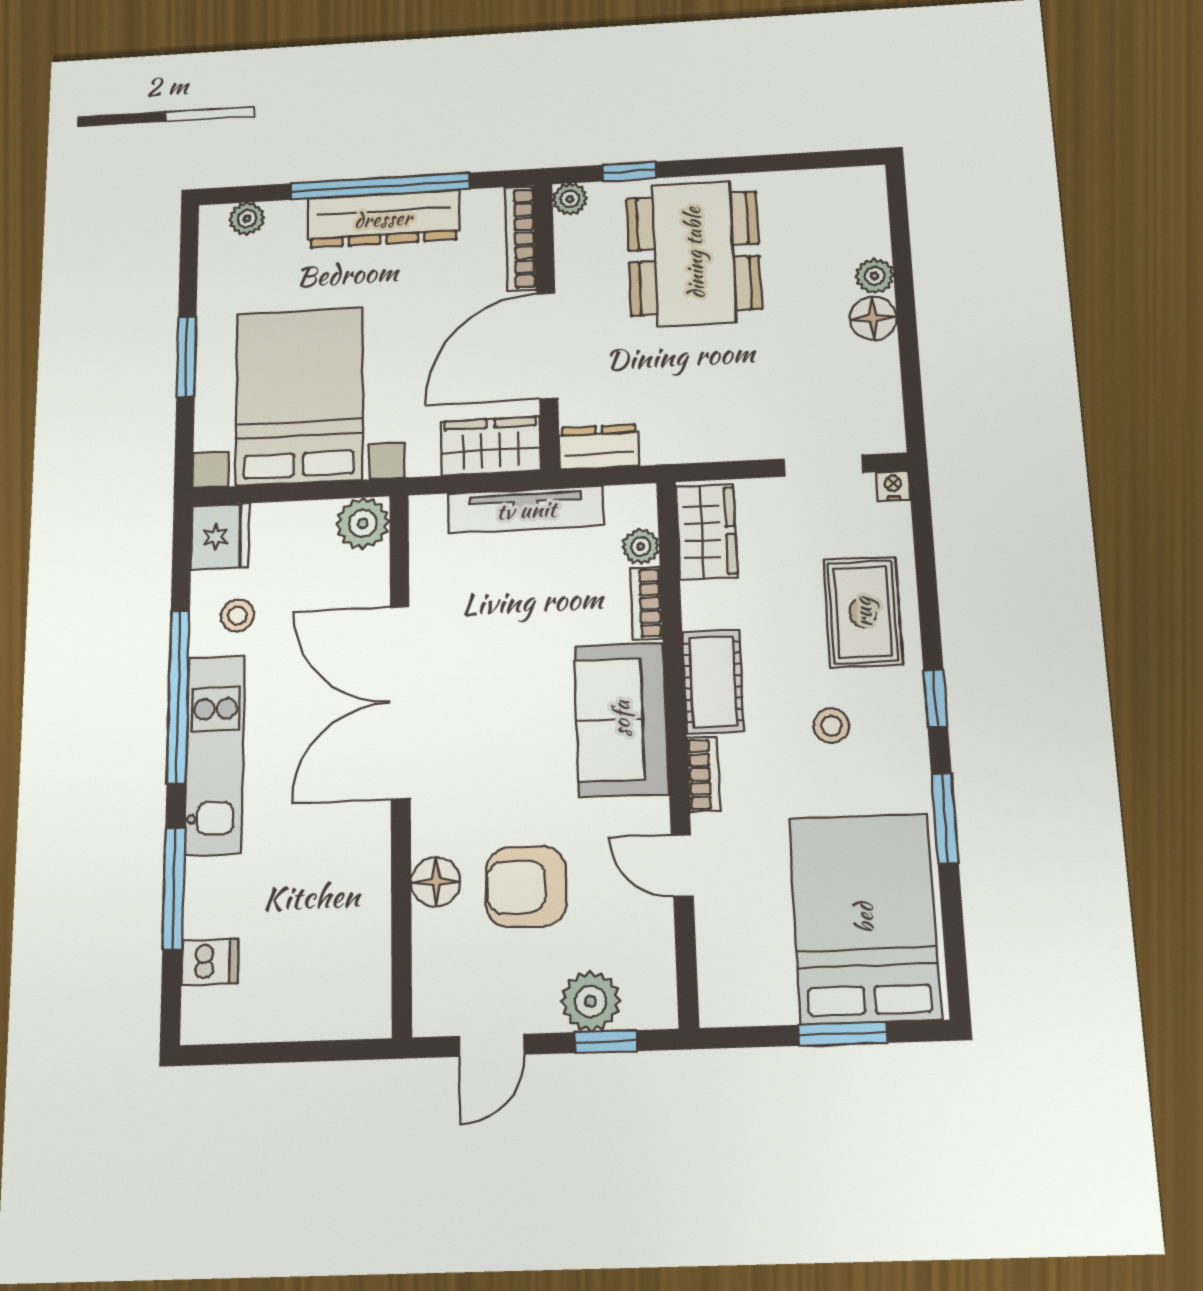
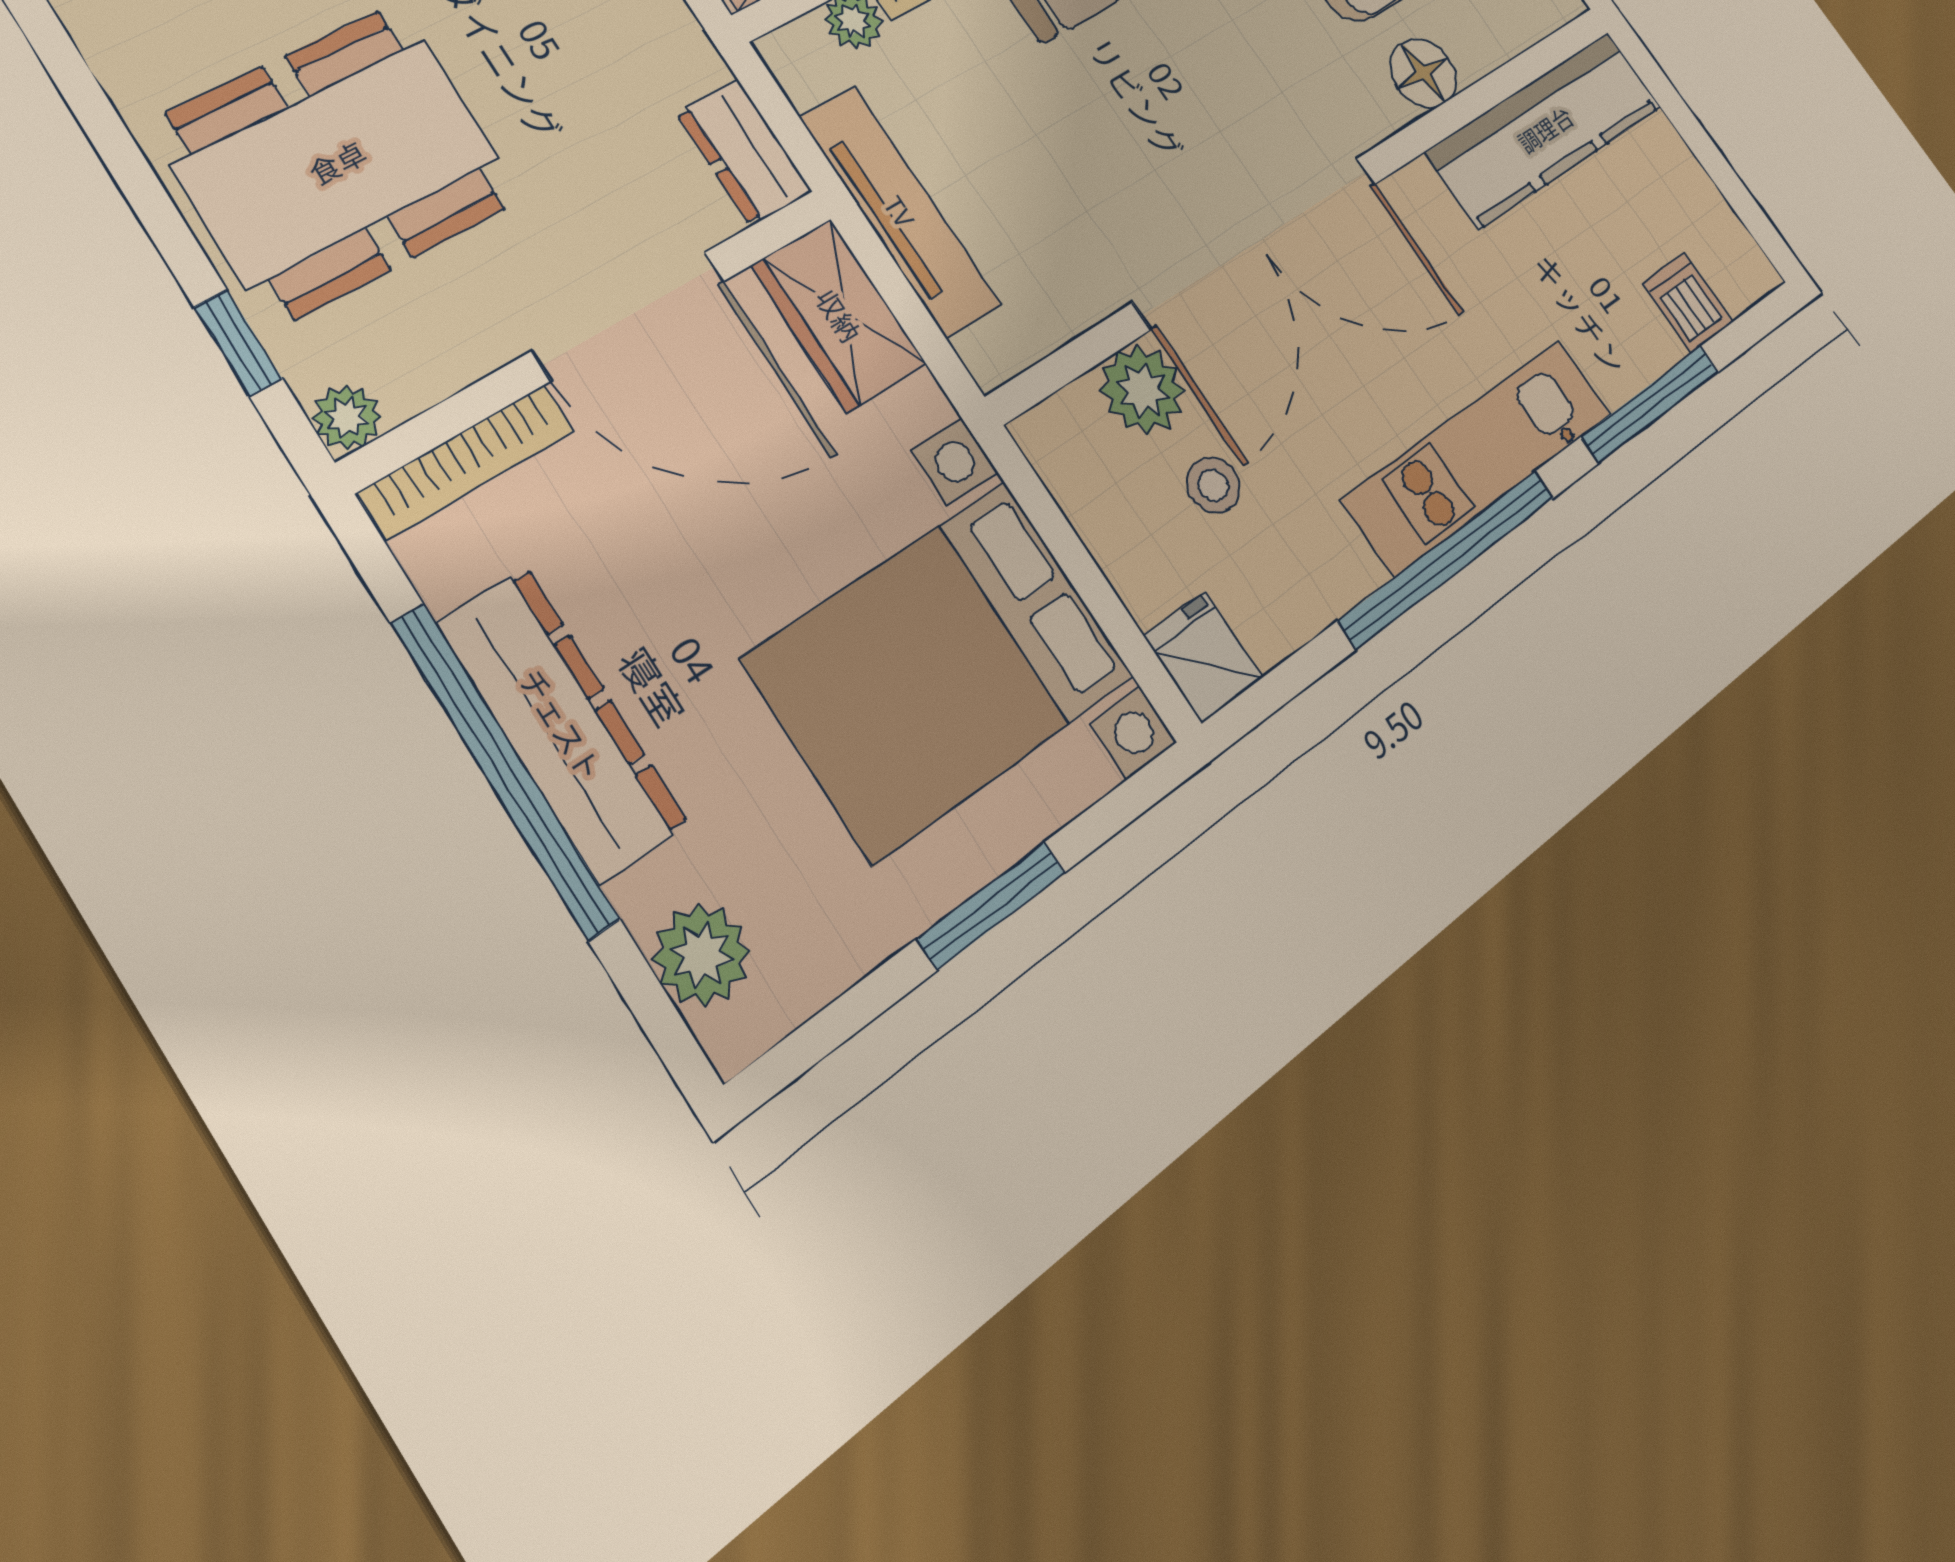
plant: (247, 219) -> (702, 955), width x1.38, depth x1.38
plant: (363, 523) -> (1143, 390), moved
fridge: (220, 537) -> (1203, 657), width x0.72
stool: (237, 616) -> (1213, 485), moved
kitchen counter: (360, 942) -> (1545, 129), added

